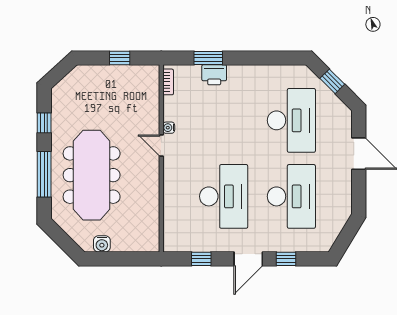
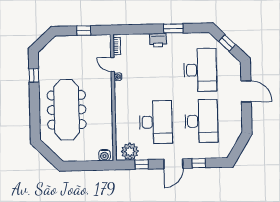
window: (208, 58) -> (173, 28), moved
printer: (214, 75) -> (158, 40), moved
door: (161, 145) -> (113, 65), moved
window: (44, 174) -> (35, 110), removed
plant: (184, 239) -> (130, 151), added
water cooler: (102, 244) -> (104, 155), moved

